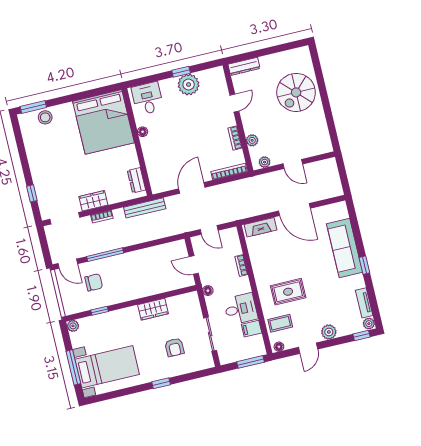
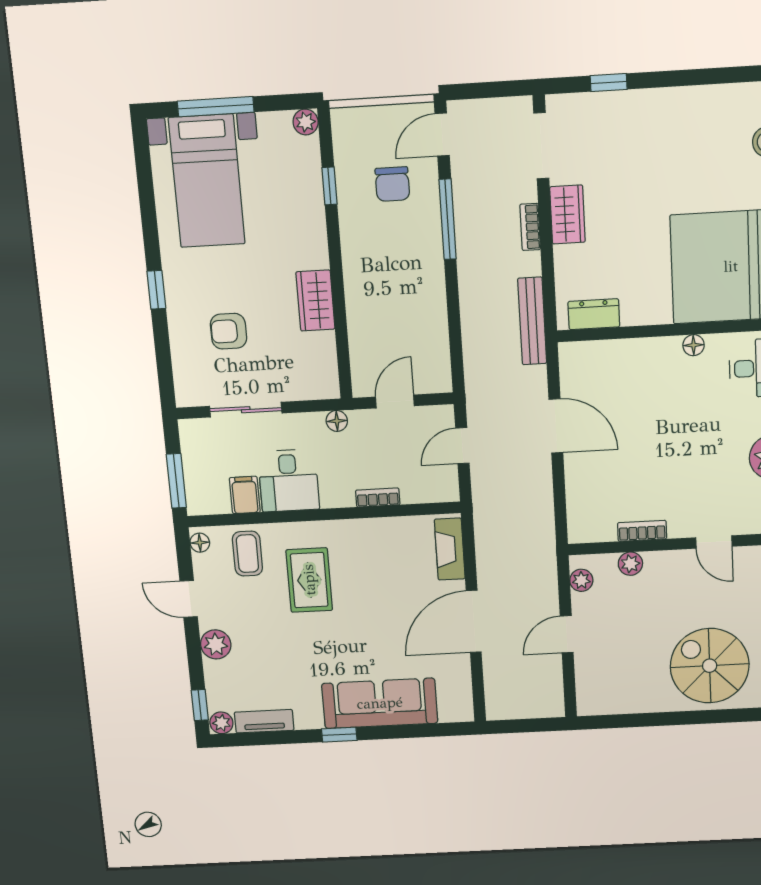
bookcase: (229, 172) -> (575, 507), removed

